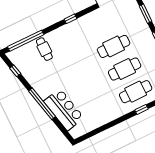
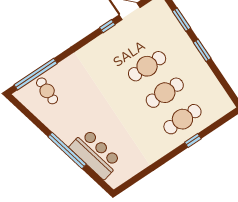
window: (70, 19) -> (107, 26), moved
cafe table: (44, 49) -> (47, 91), moved
window: (15, 71) -> (28, 114), removed

